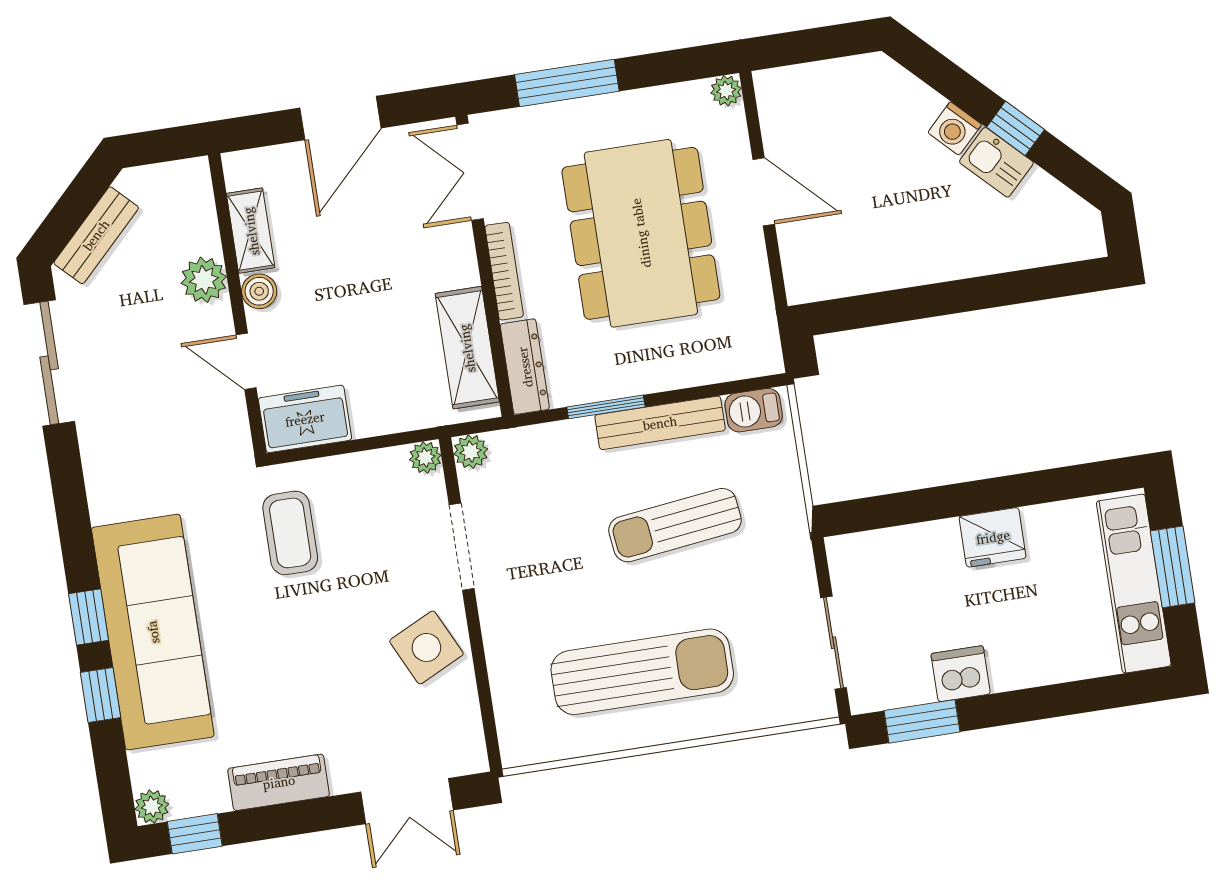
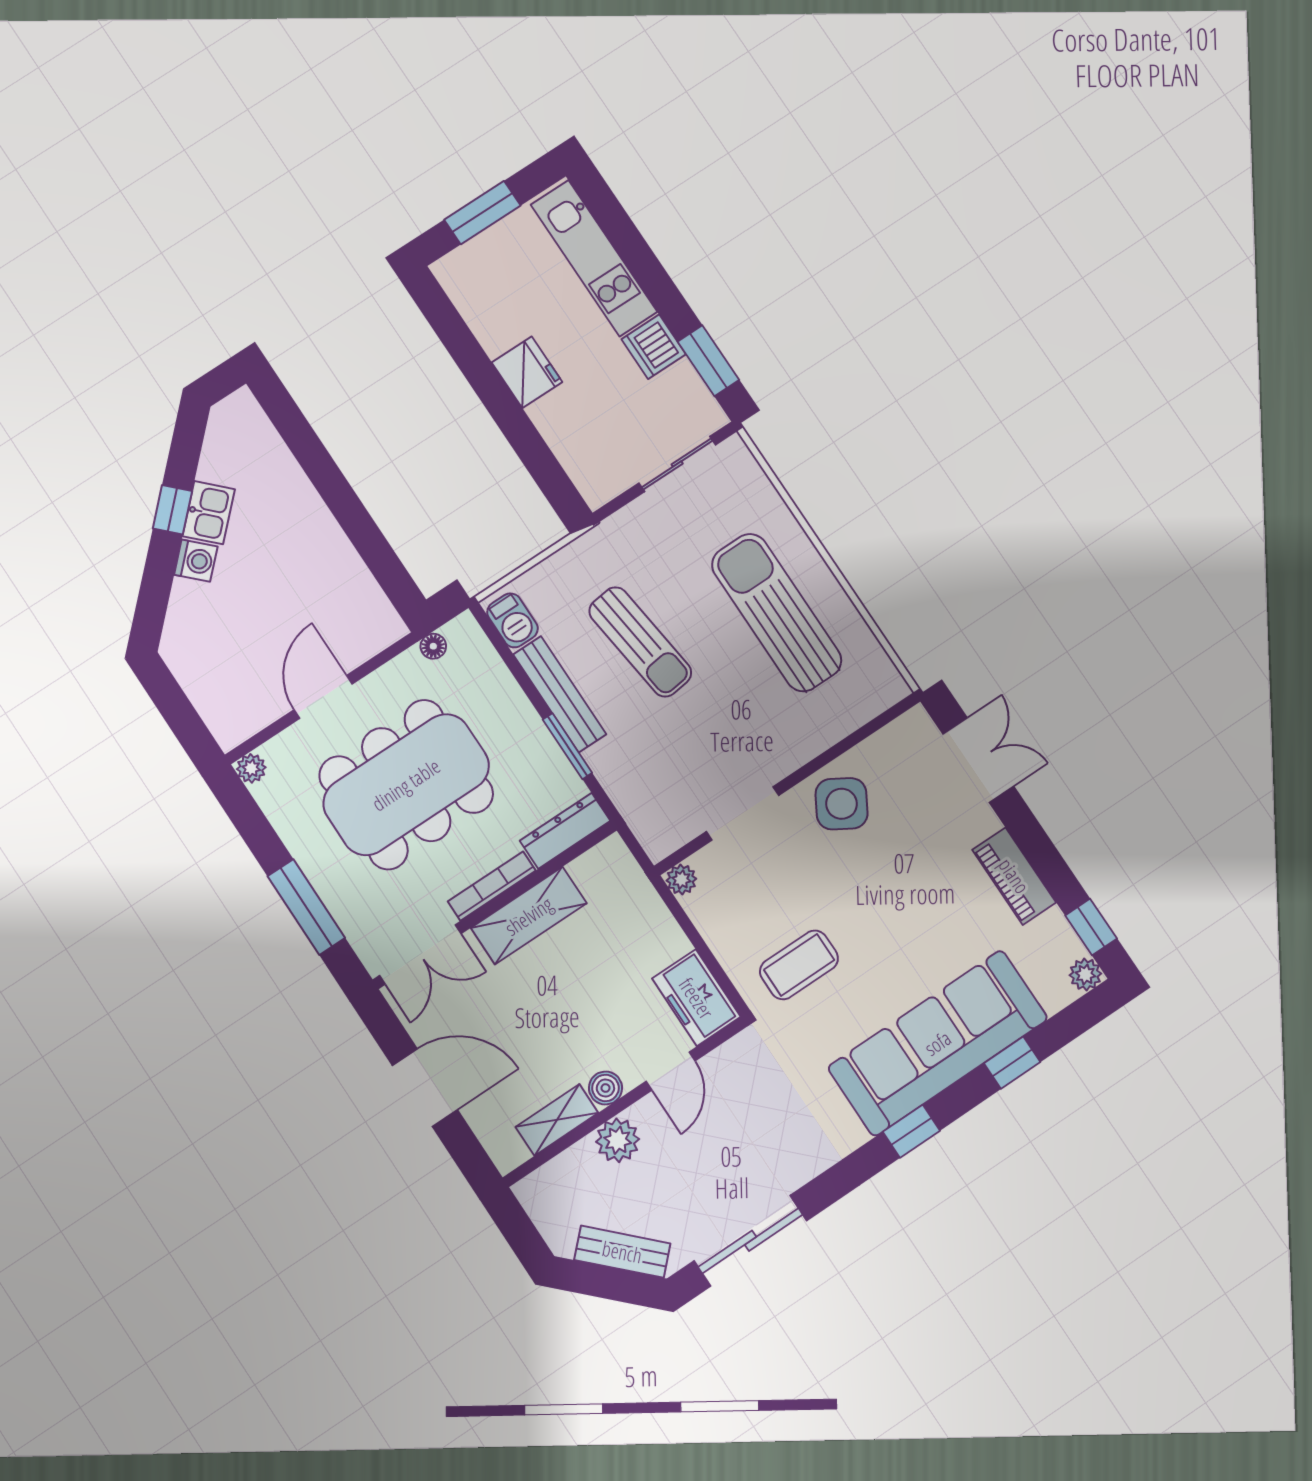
floor lamp: (764, 321) -> (433, 646), added
shelving: (467, 348) -> (529, 916), moved
plant: (471, 452) -> (658, 843), removed
kitchen unit: (1134, 584) -> (594, 258), moved, turned 90
window: (89, 617) -> (911, 1131), moved
side table: (426, 647) -> (842, 804), turned -33

